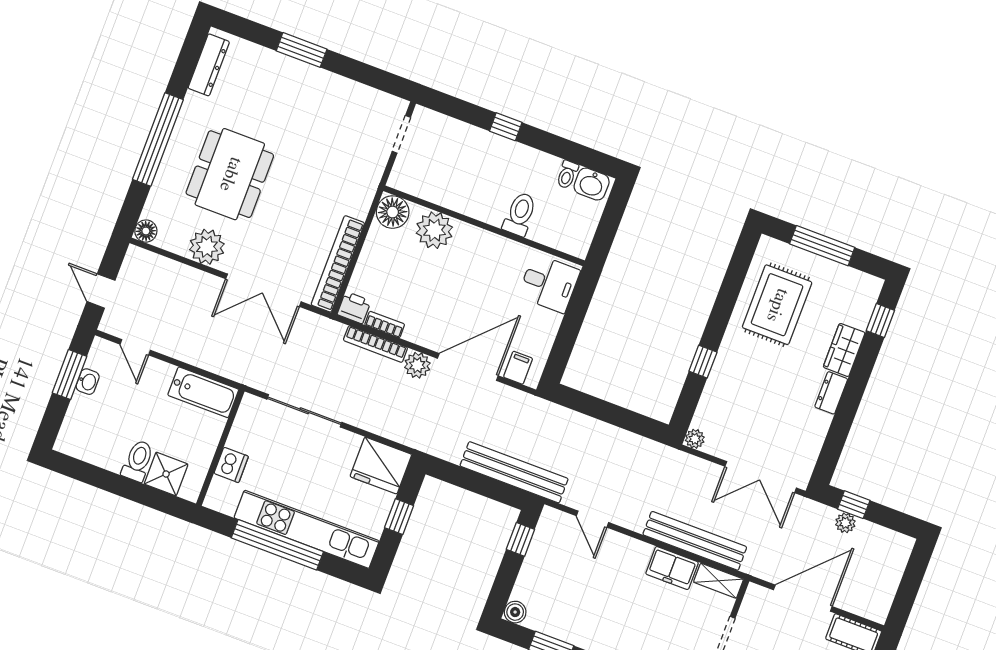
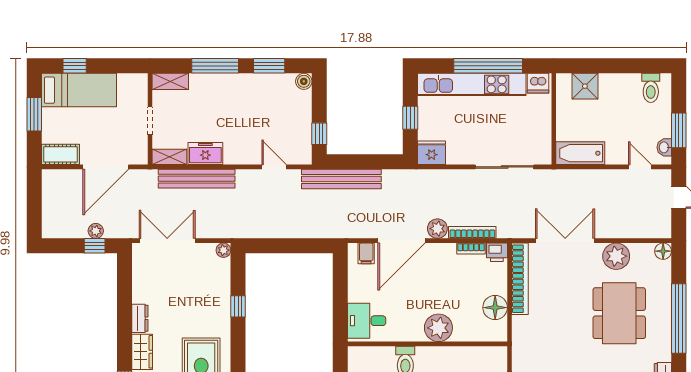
floor lamp: (393, 212) -> (495, 308), moved
plant: (434, 230) -> (438, 328), moved
washbasin: (88, 382) -> (664, 147), moved
toilet: (138, 461) -> (651, 88), moved
dishwasher: (231, 465) -> (538, 83), moved, turned -90
fridge: (381, 465) -> (432, 153), width x0.73, depth x0.75

